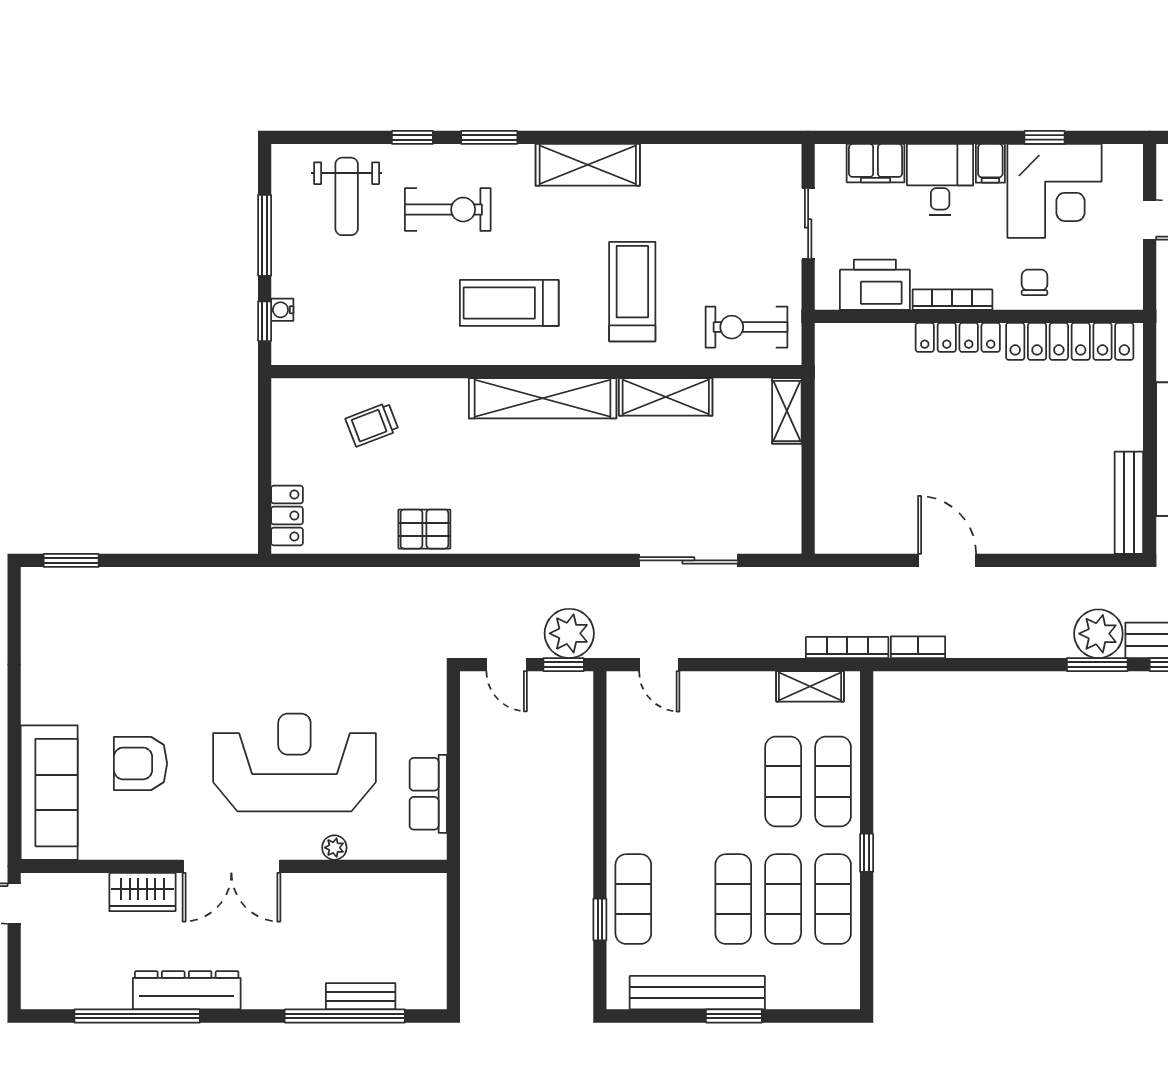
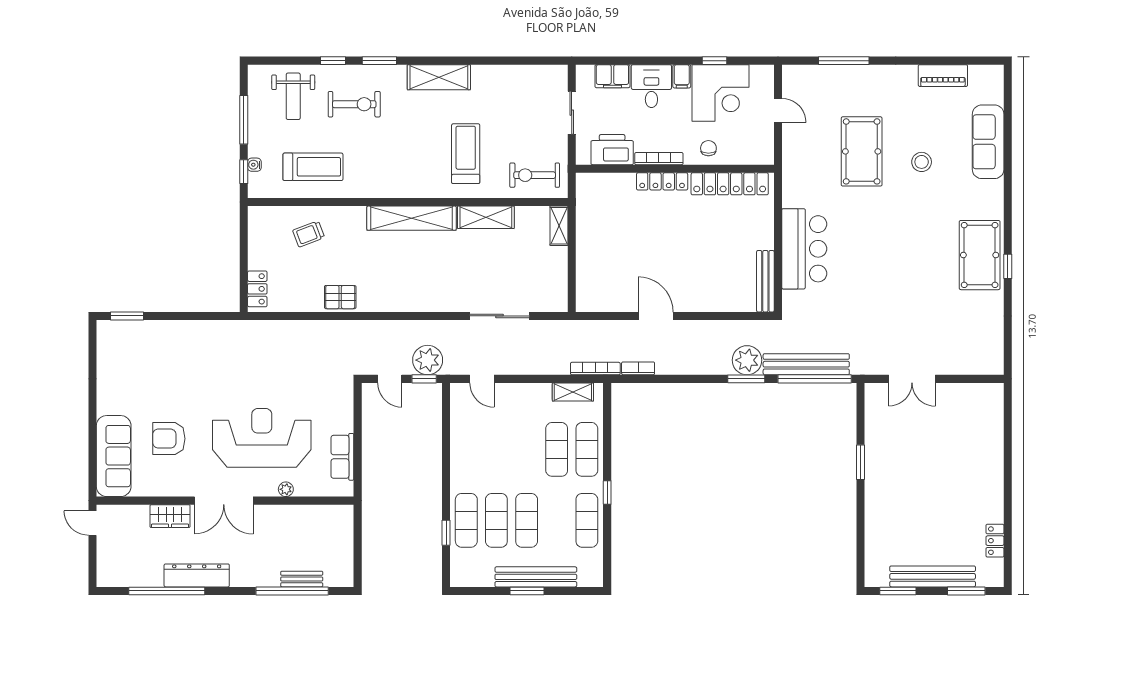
treadmill: (509, 303) -> (313, 167), moved, turned 180
exercise mat: (783, 899) -> (496, 520), moved
bench: (697, 993) -> (536, 577), moved

